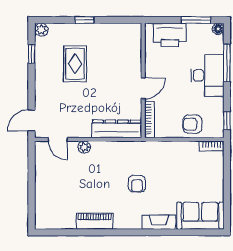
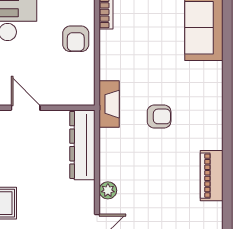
bookcase: (149, 119) -> (69, 99), removed
fireplace: (159, 222) -> (109, 104), moved, turned 180

